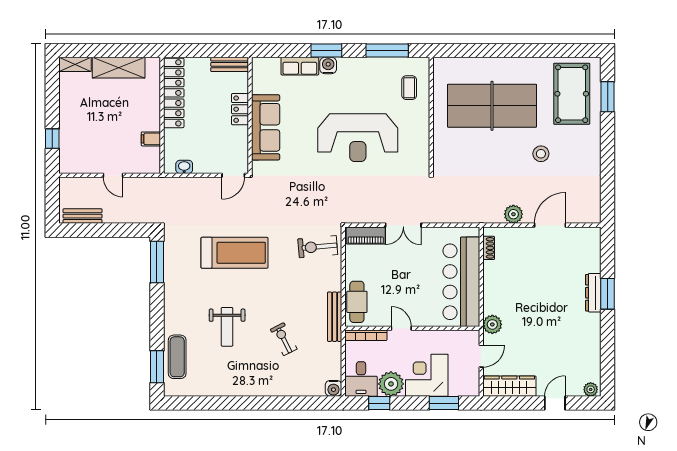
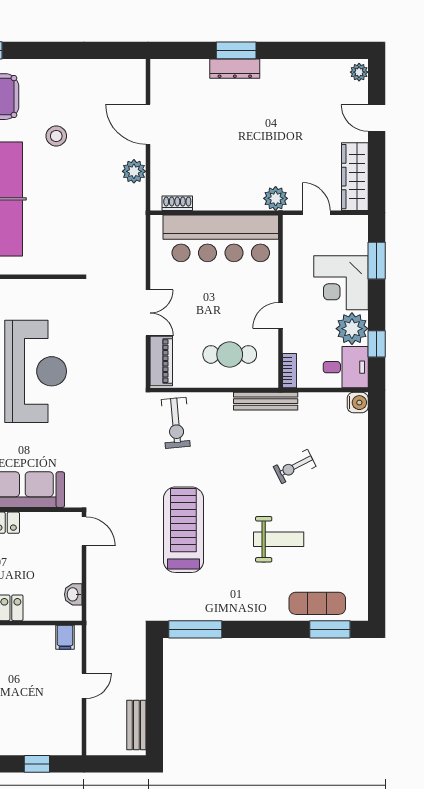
filing cabinet: (151, 139) -> (65, 637), moved
cafe table: (357, 302) -> (230, 354), moved
bookcase: (366, 335) -> (289, 371), width x0.64

